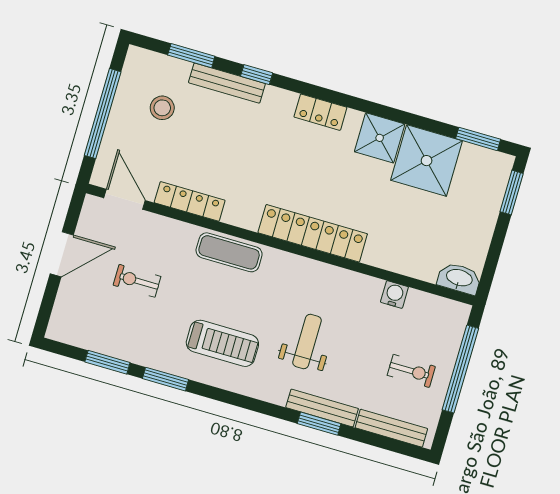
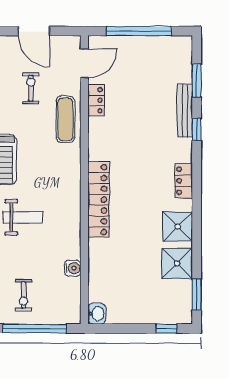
stool: (162, 108) -> (155, 71), removed
shower: (427, 161) -> (177, 263), width x0.73, depth x0.73
window: (512, 193) -> (166, 328), width x0.67
locker: (190, 201) -> (96, 100), width x0.66
exercise mat: (229, 252) -> (65, 119), moved
washbasin: (459, 278) -> (97, 314), width x0.72

